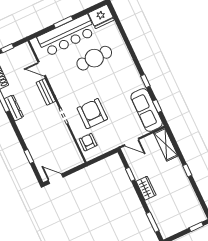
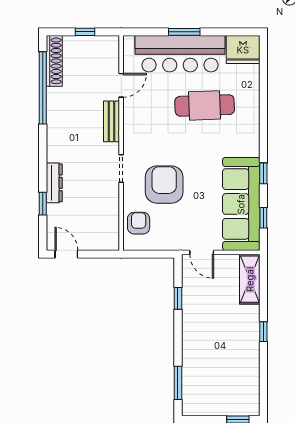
door: (42, 69) -> (121, 85), swing flipped
dresser: (14, 108) -> (54, 183), moved
sofa: (147, 110) -> (241, 204), width x1.36, depth x1.27
wardrobe: (146, 188) -> (191, 329), removed

